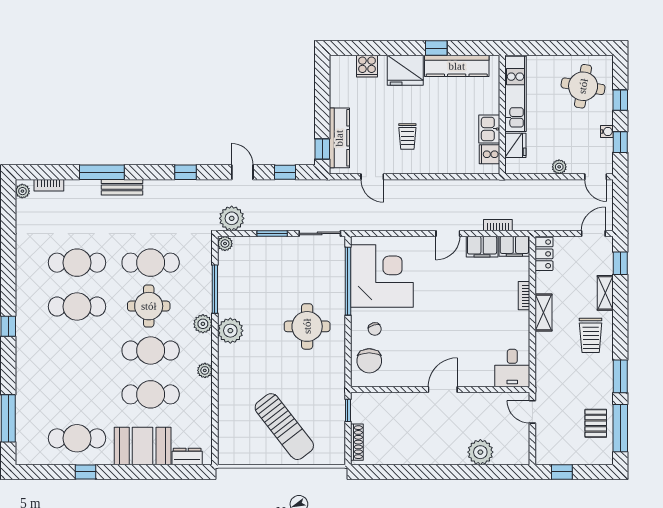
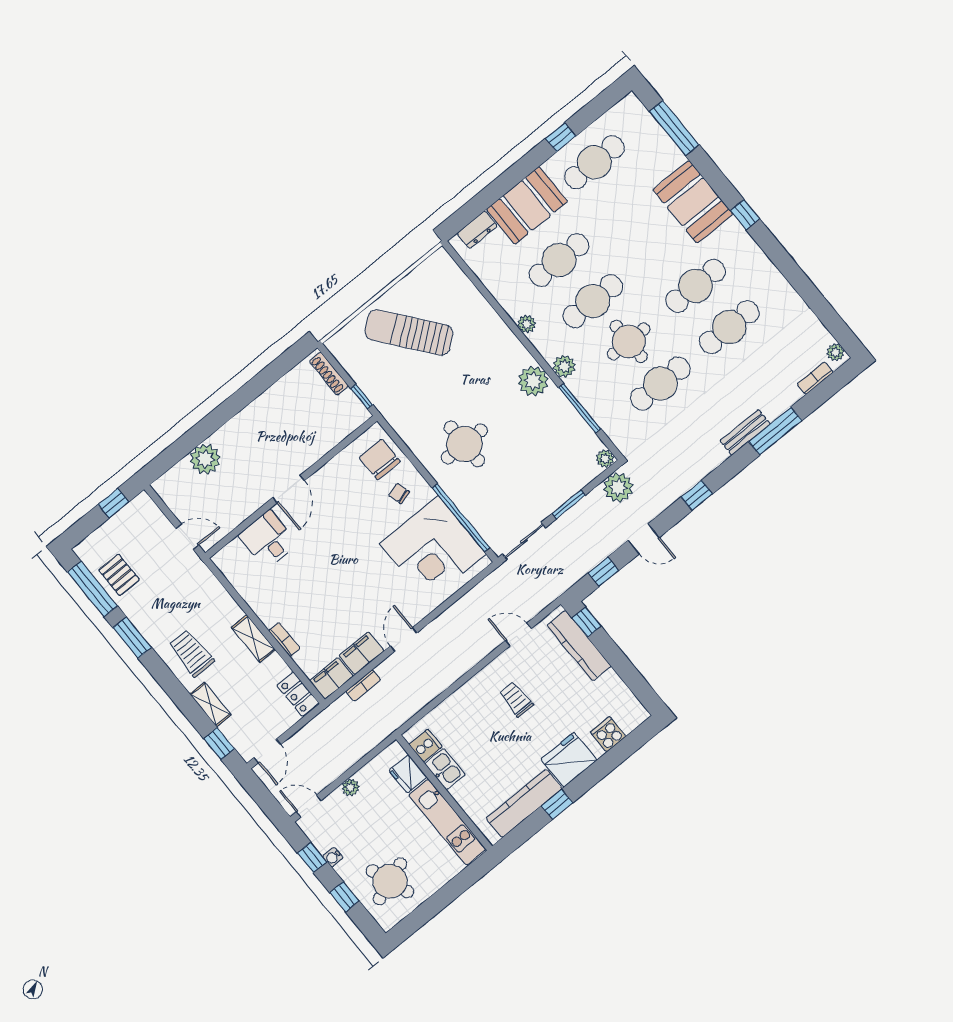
round table: (583, 86) -> (390, 881), turned -30
booth: (35, 362) -> (693, 202), added
desk: (512, 368) -> (268, 540), moved

